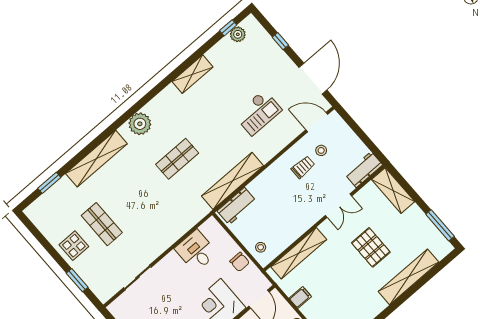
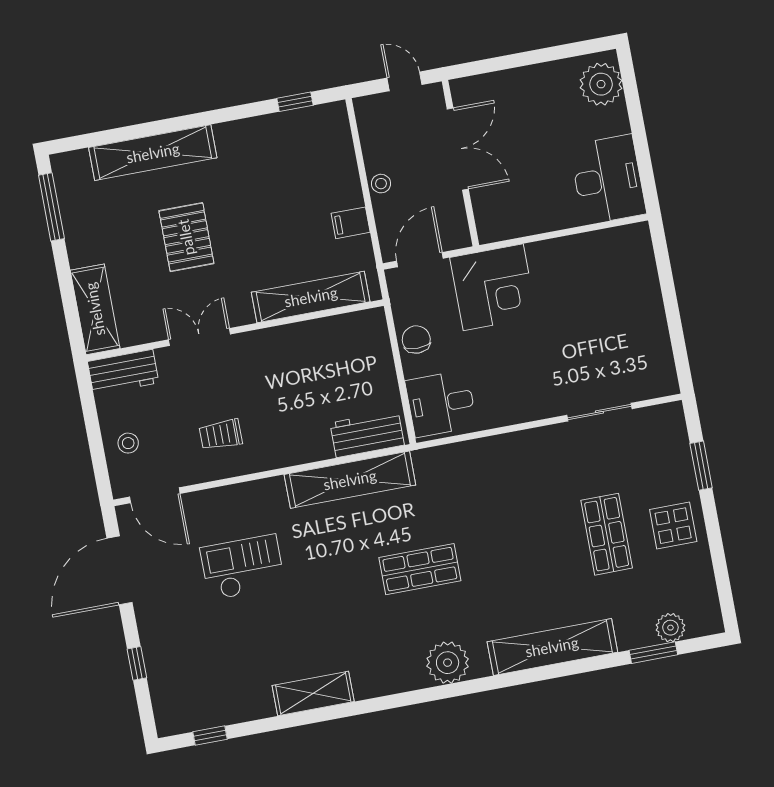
plant: (238, 34) -> (670, 628), moved
stool: (321, 150) -> (128, 443), moved
stool: (261, 247) -> (368, 343), removed
desk: (196, 251) -> (441, 404), moved, turned 90

